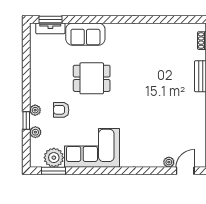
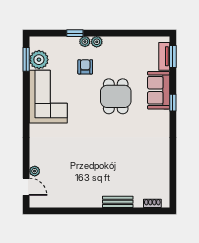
window: (98, 19) -> (173, 103), added
plant: (35, 132) -> (97, 42), moved

